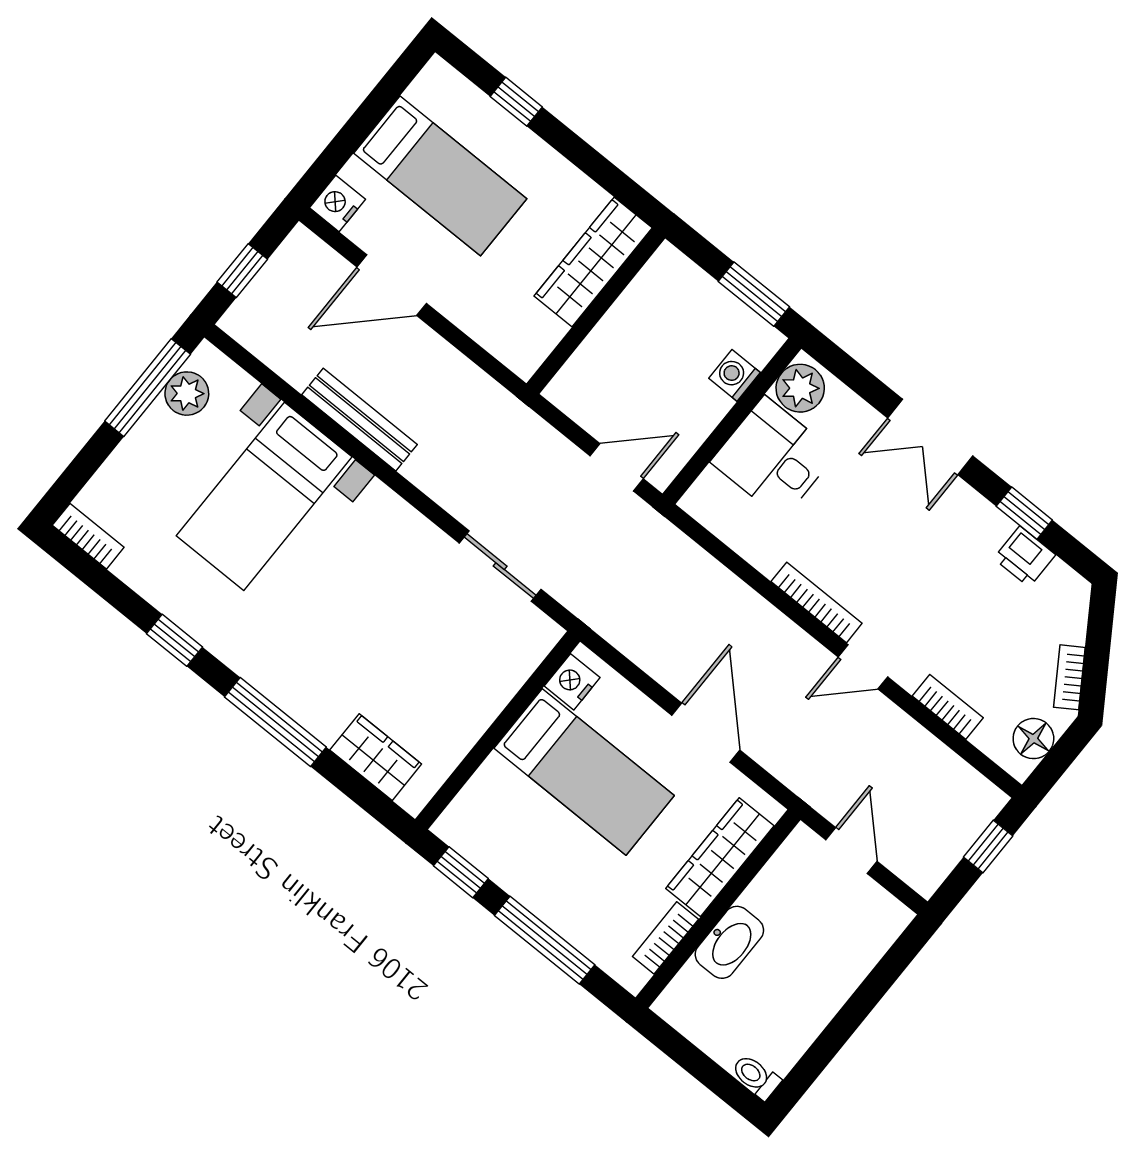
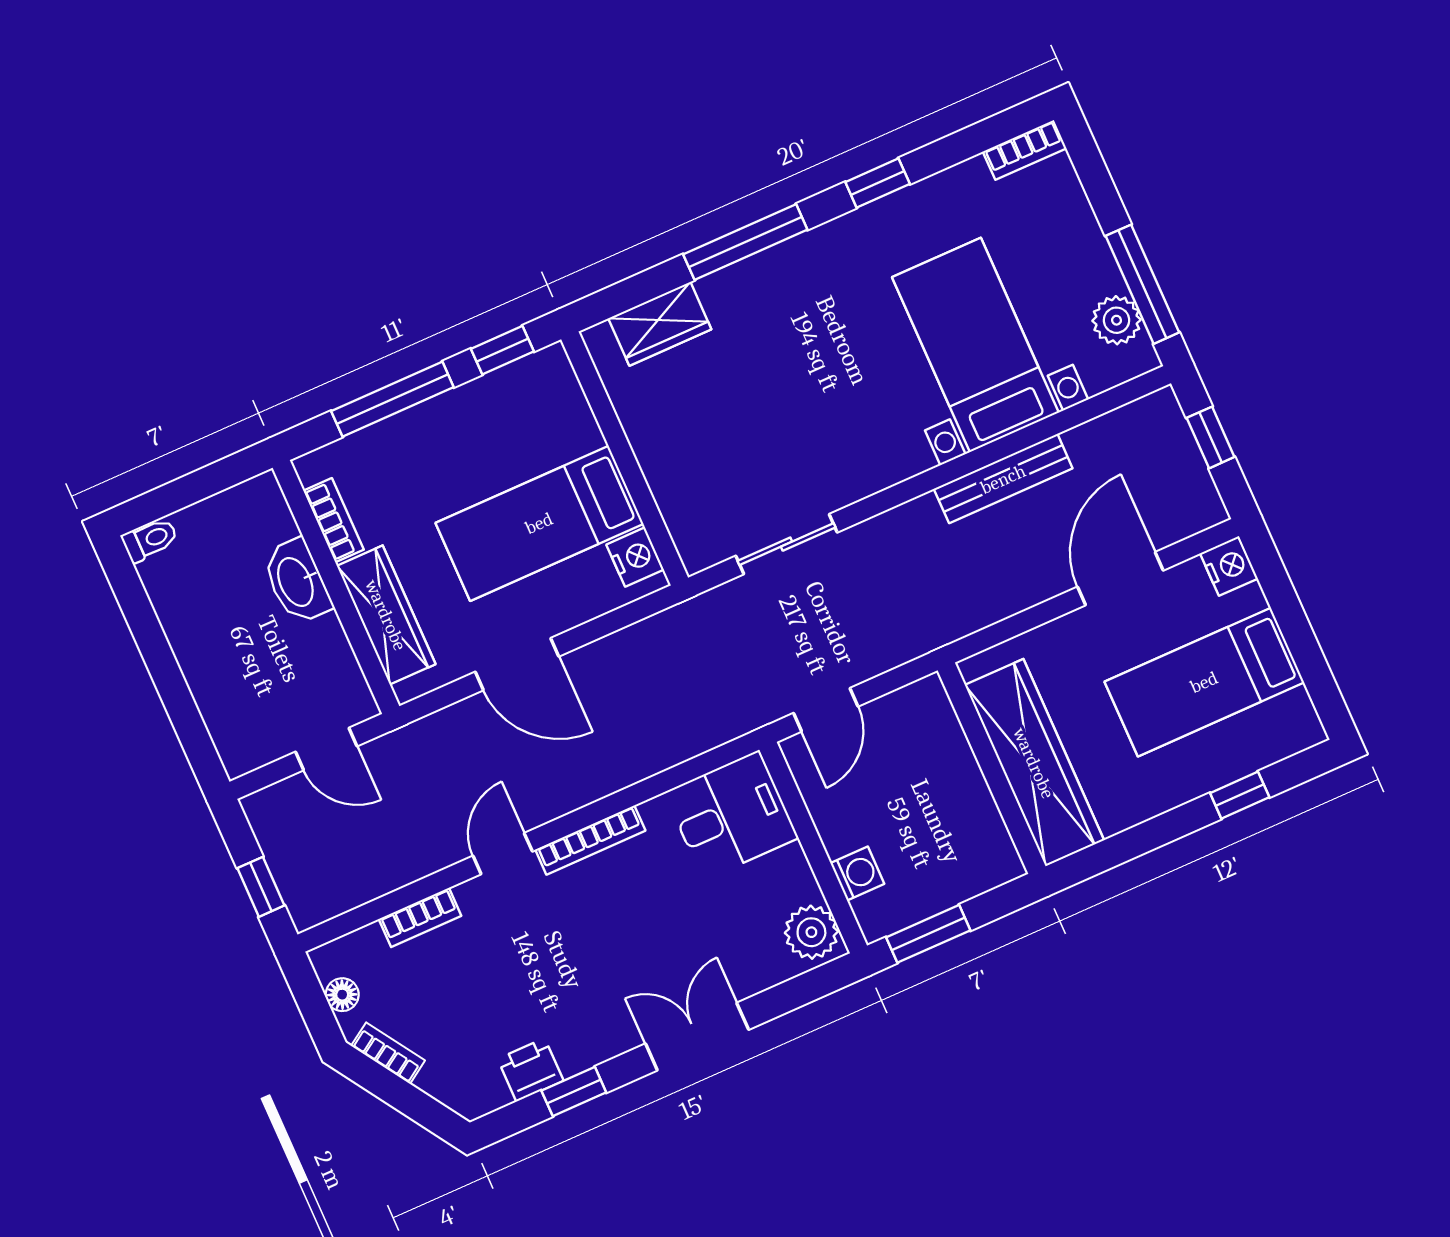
wardrobe: (593, 262) -> (1034, 763), width x1.40, depth x1.17
desk: (773, 458) -> (731, 815), moved
floor lamp: (1033, 739) -> (342, 995), width x0.73, depth x0.73

